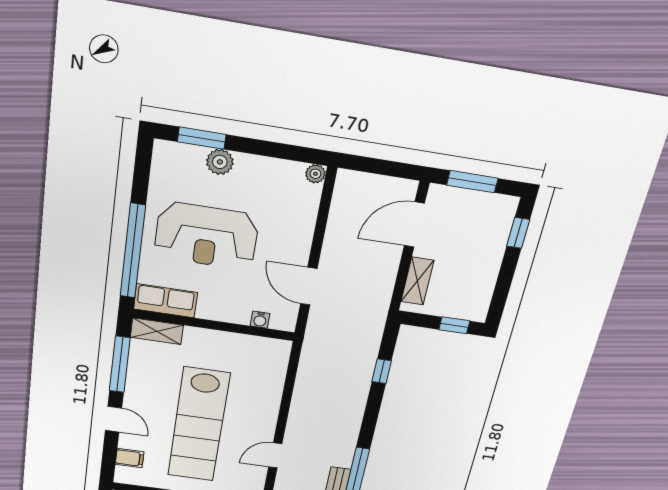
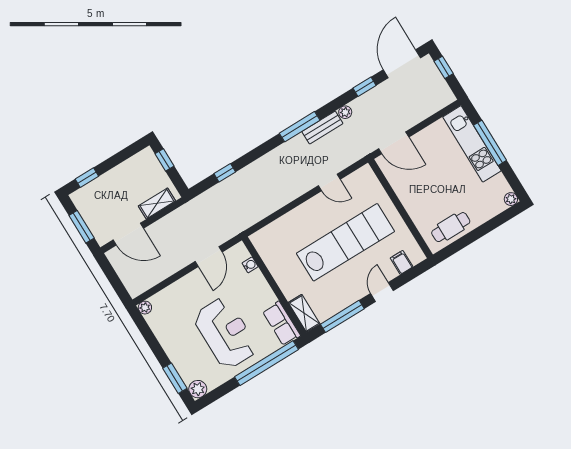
plant: (220, 162) -> (198, 389), moved

